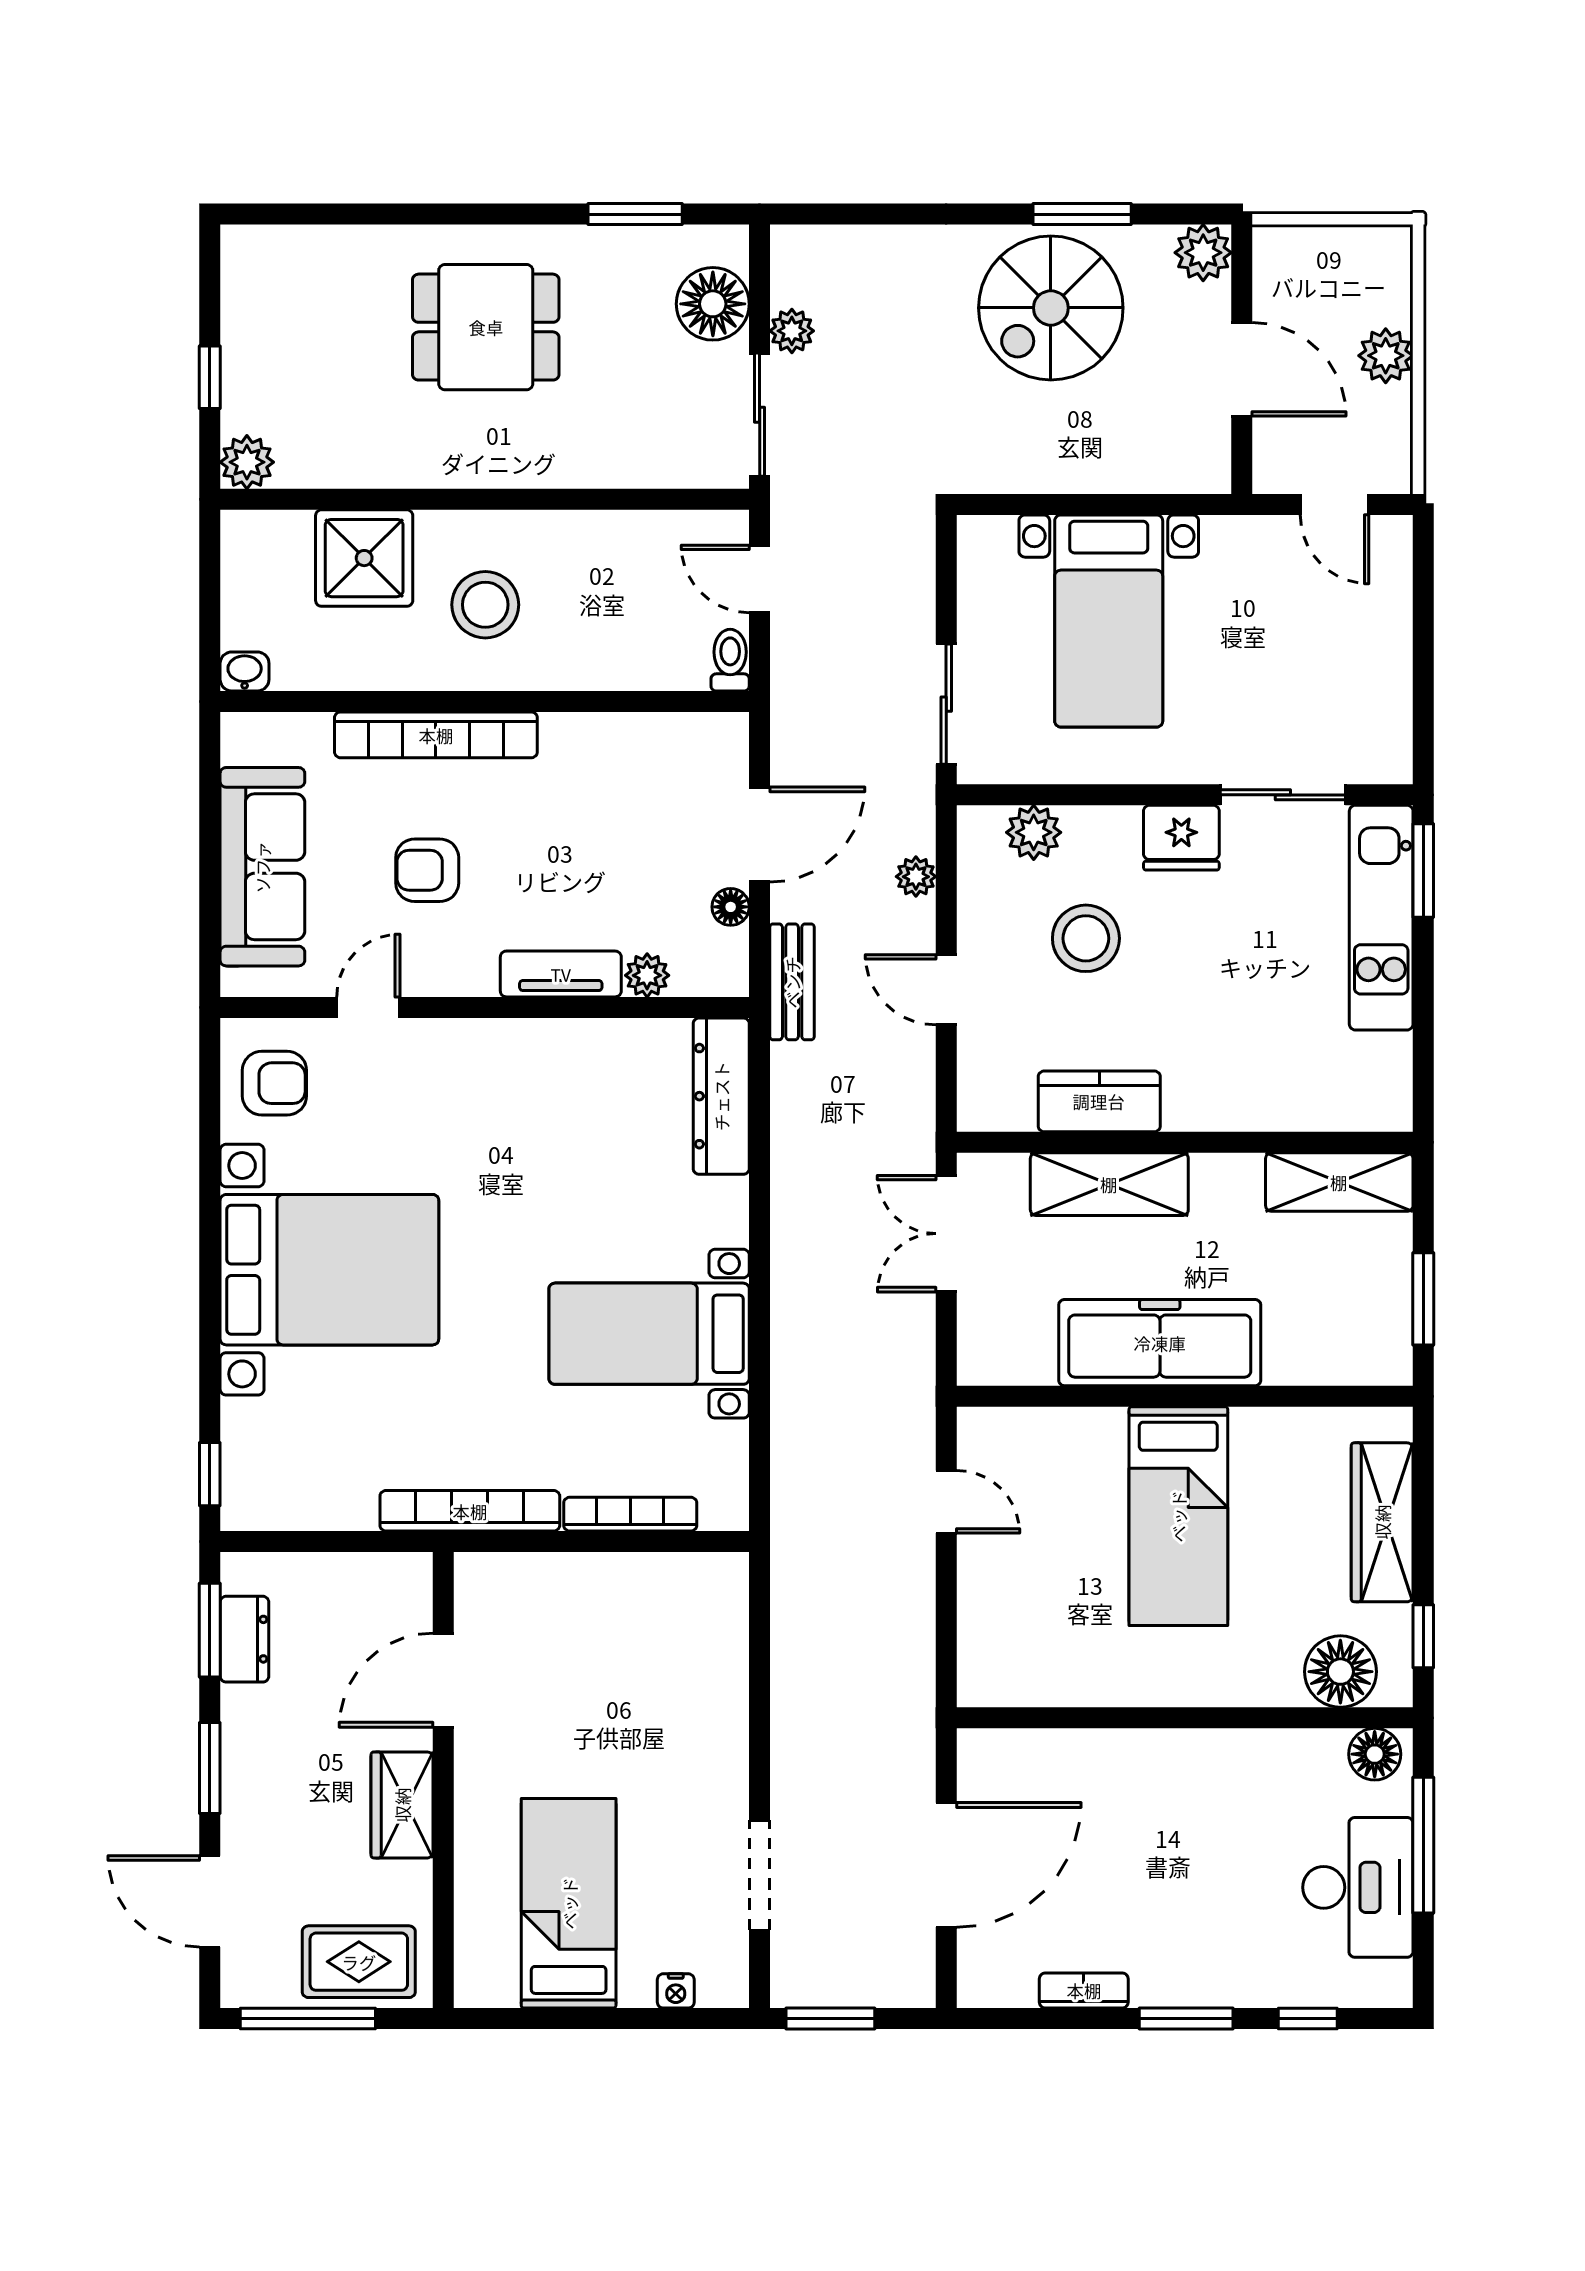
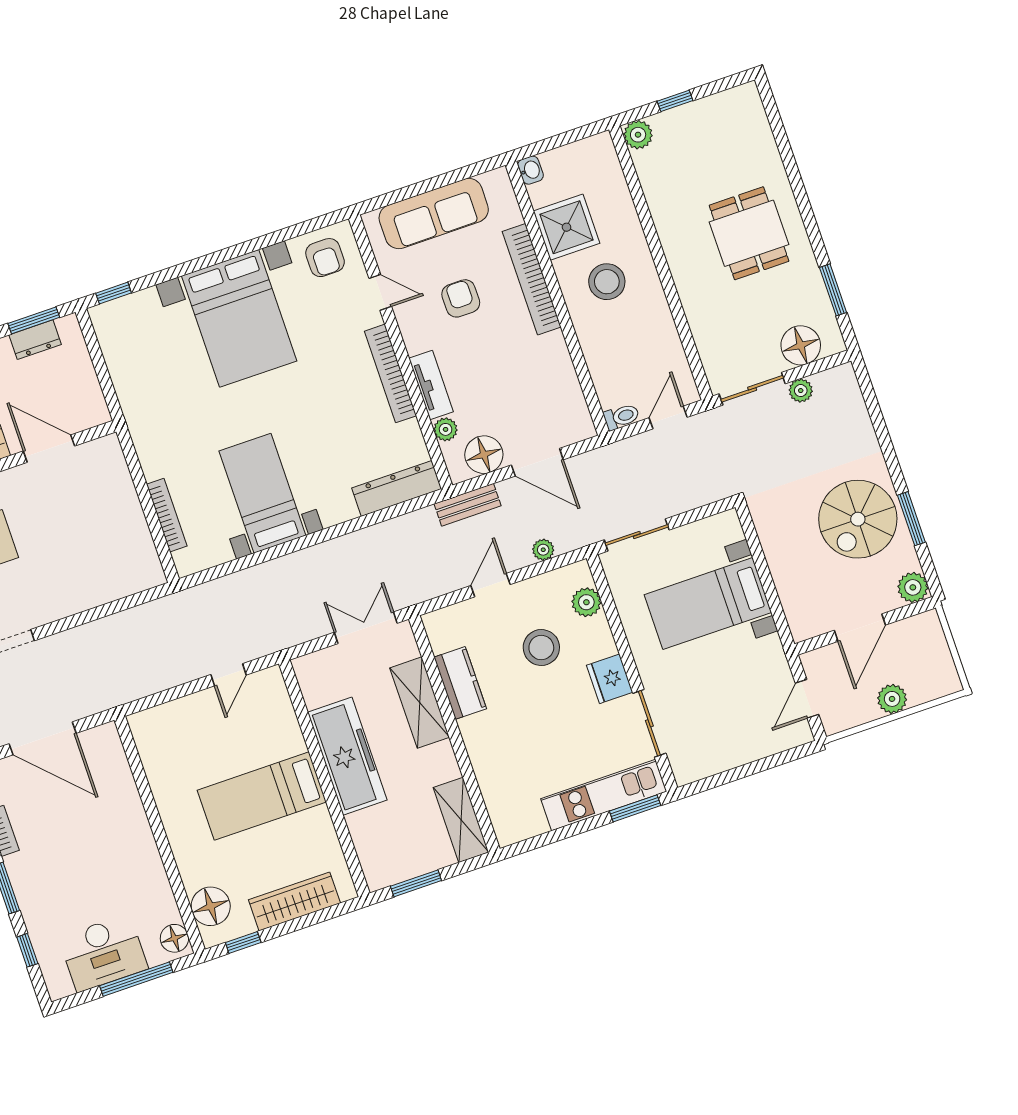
spiral stairs: (1051, 308) -> (858, 519), turned -90
shower: (364, 558) -> (566, 227), moved
floor lamp: (731, 907) -> (484, 455), width x1.89, depth x1.89
bookcase: (470, 1511) -> (390, 373), moved, turned 180

